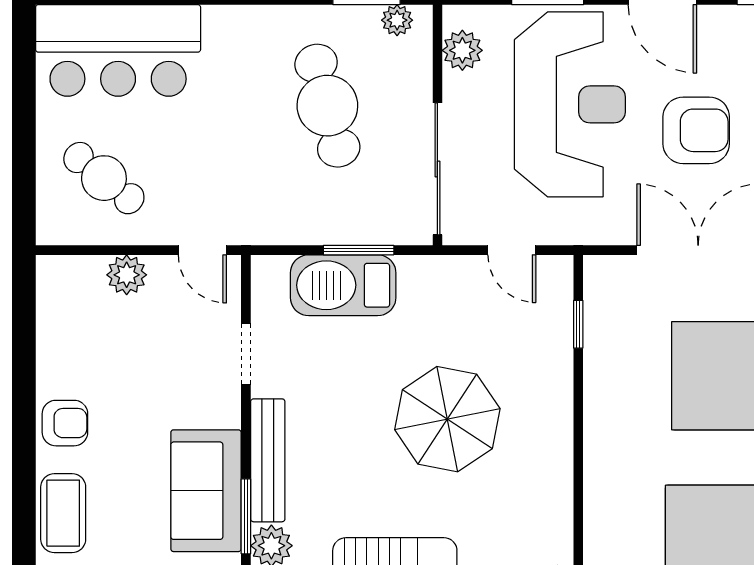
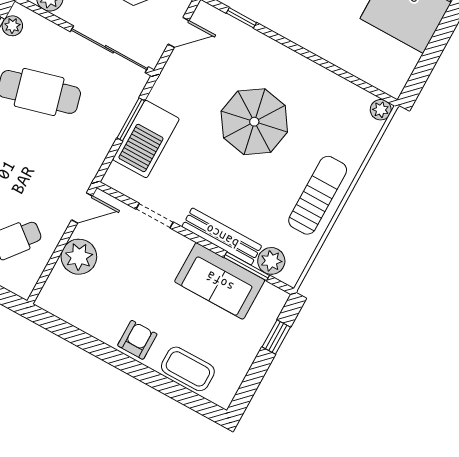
plant: (127, 275) -> (79, 257), width x1.36, depth x1.36

